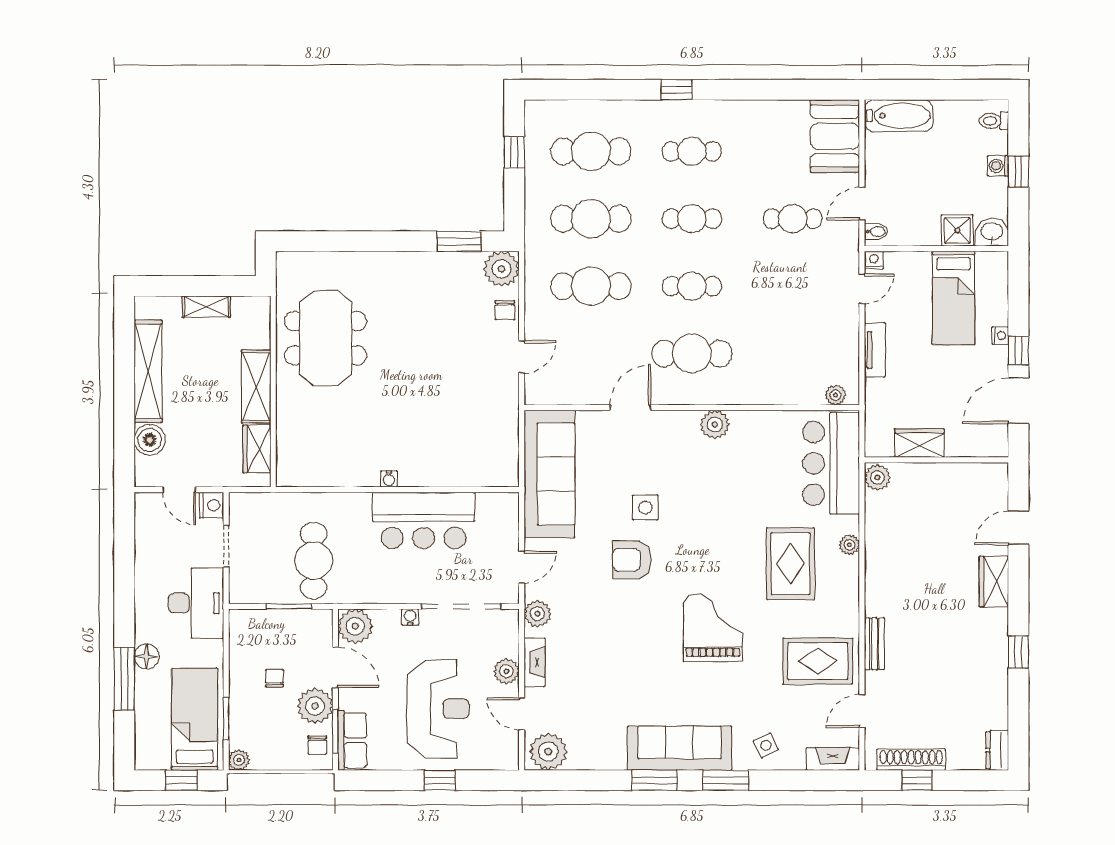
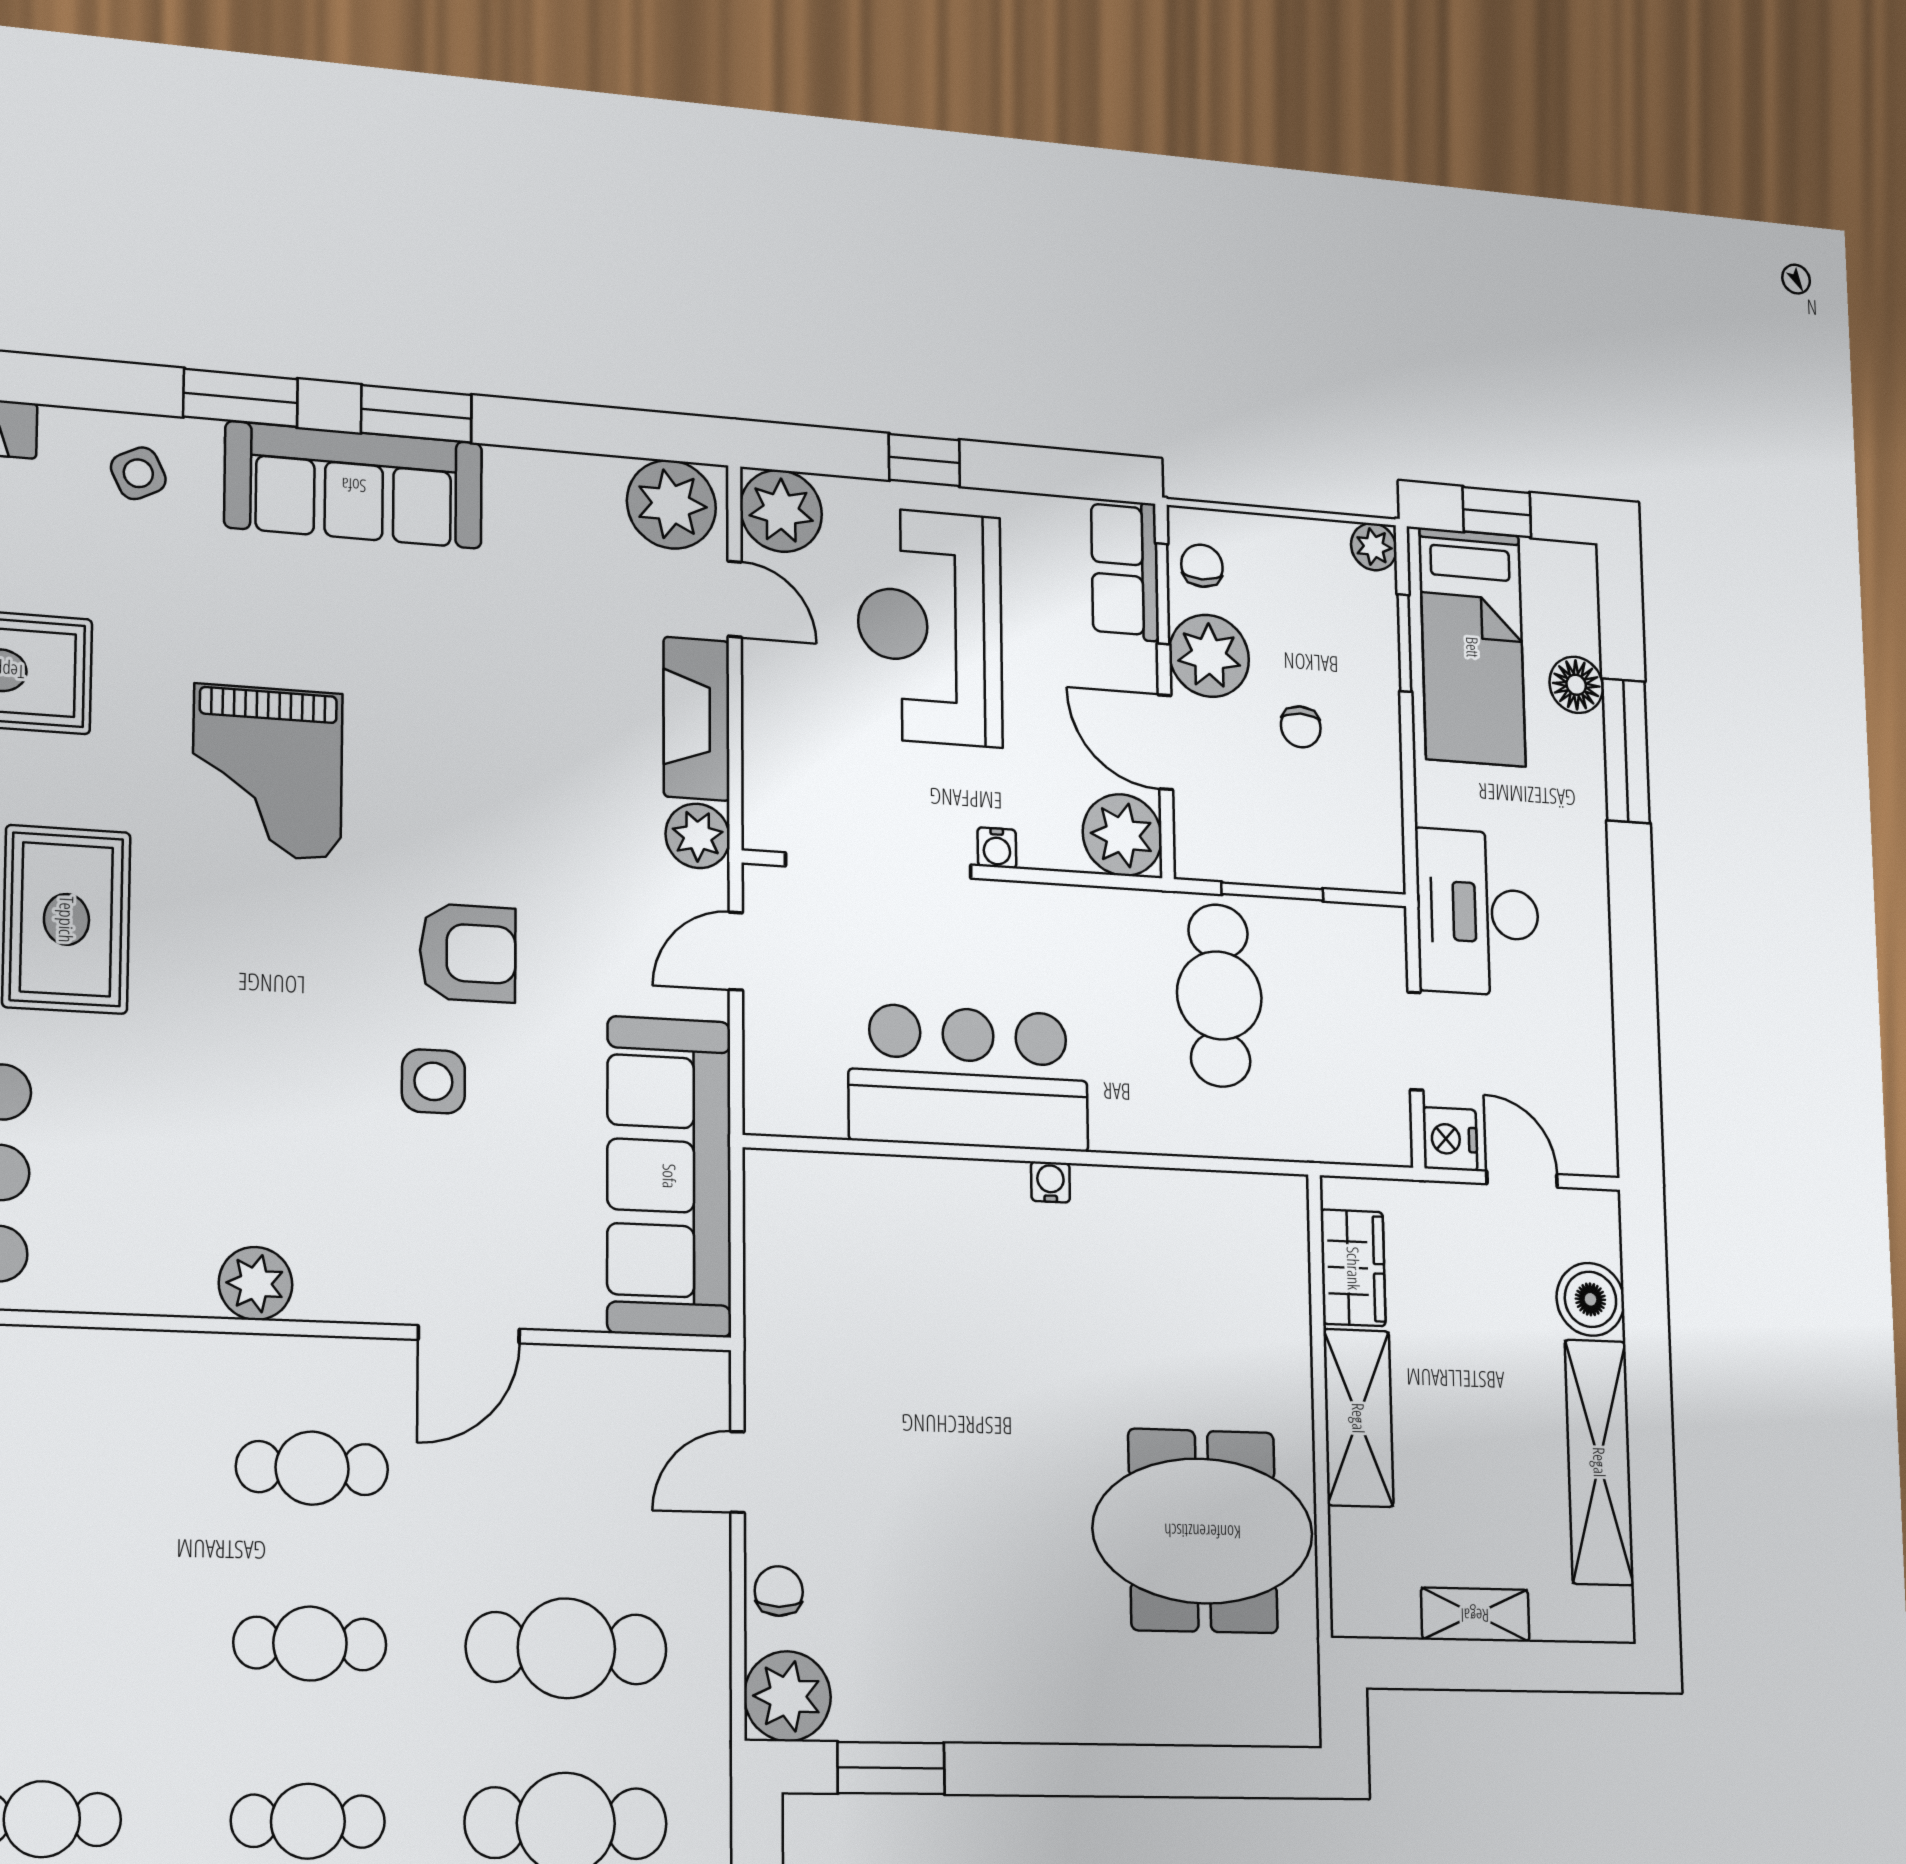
meeting table: (326, 338) -> (1203, 1531), turned 90
cafe table: (692, 353) -> (312, 1468), width x0.73, depth x0.74
floor lamp: (147, 656) -> (1576, 685), moved
fireplace: (535, 662) -> (697, 719), width x1.37, depth x1.32
plant: (506, 671) -> (781, 511), moved, width x1.36, depth x1.36

